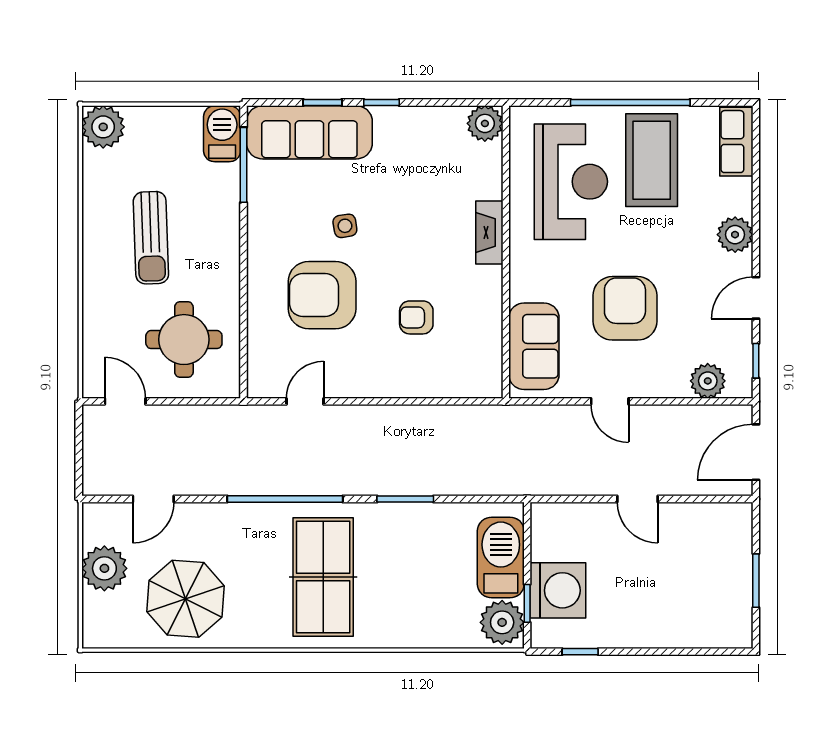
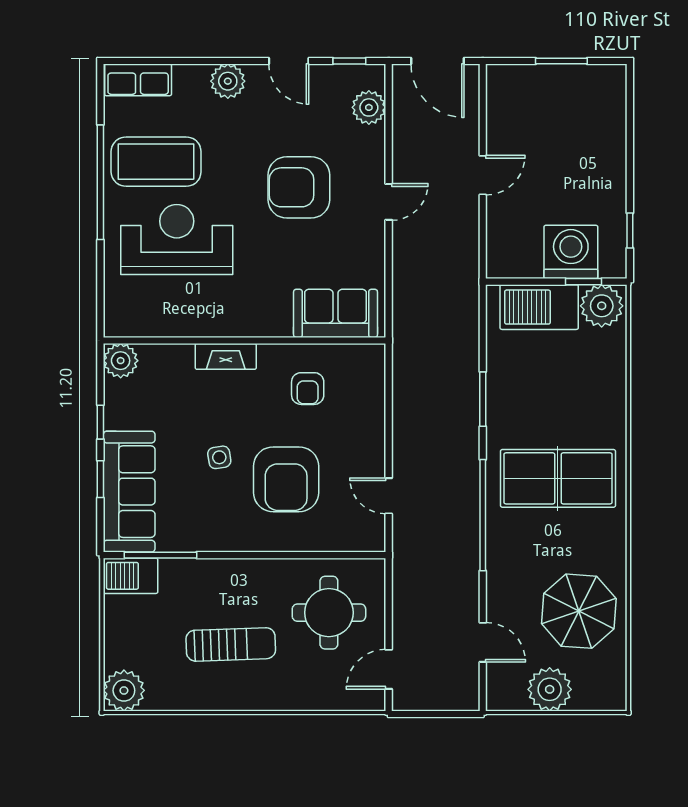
plant: (485, 123) -> (121, 361), moved
fireplace: (489, 232) -> (226, 356), moved
wall: (506, 252) -> (245, 340), moved
sofa: (534, 346) -> (336, 313), moved

